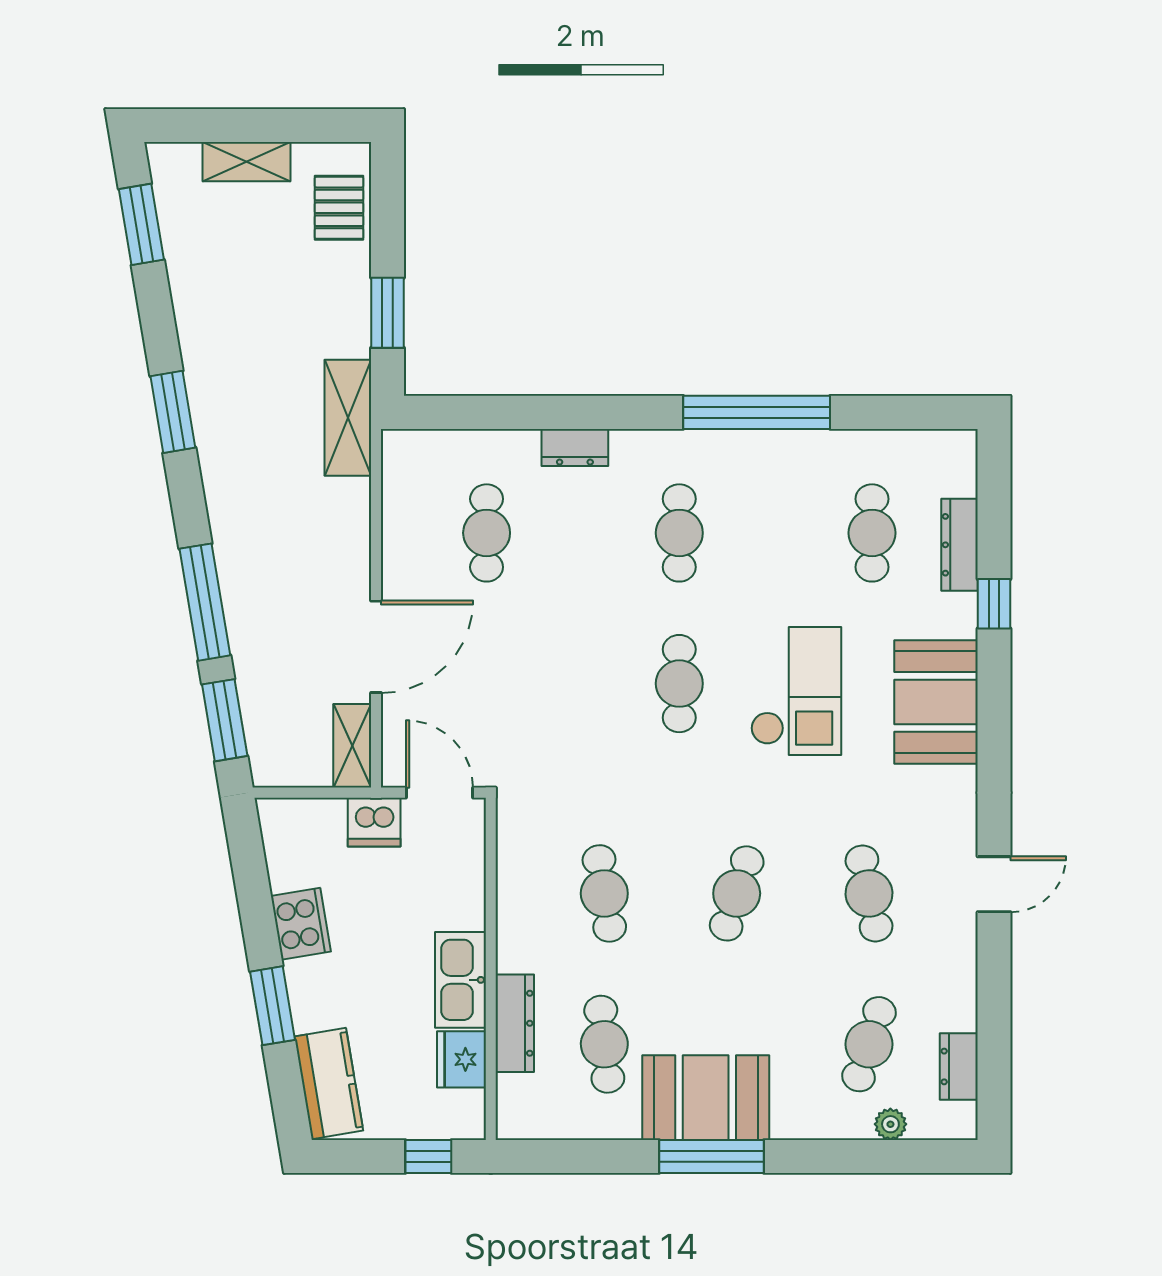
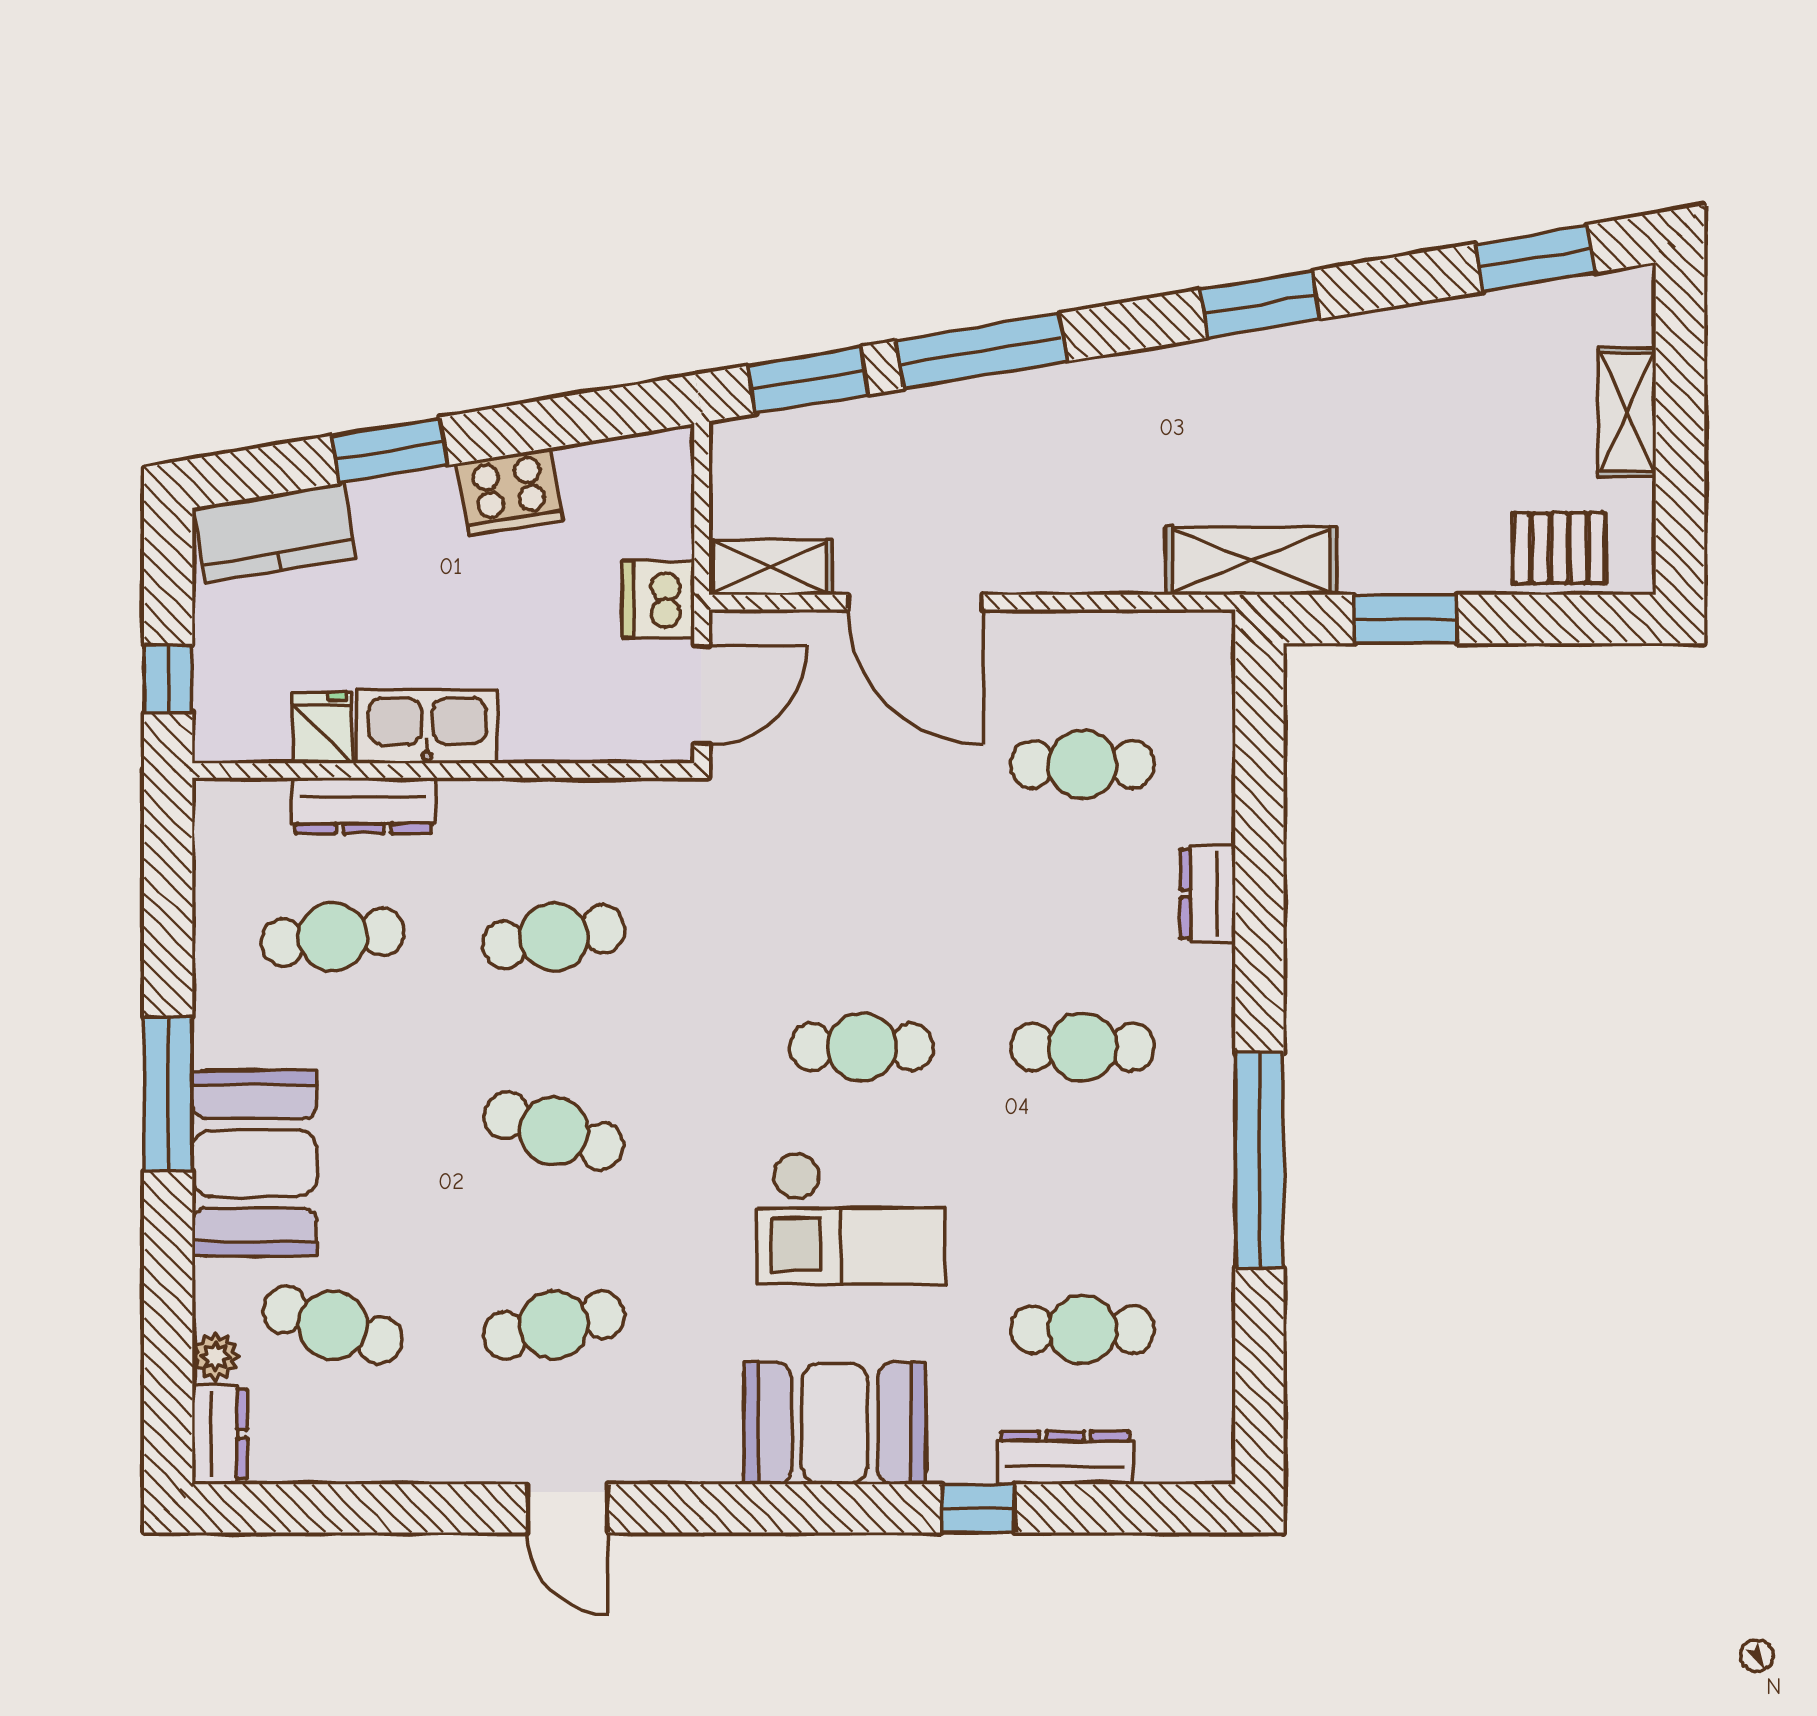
fridge: (462, 1059) -> (322, 728), width x0.72
dresser: (959, 1066) -> (220, 1434), moved, turned 90
booth: (706, 1098) -> (254, 1163), moved

